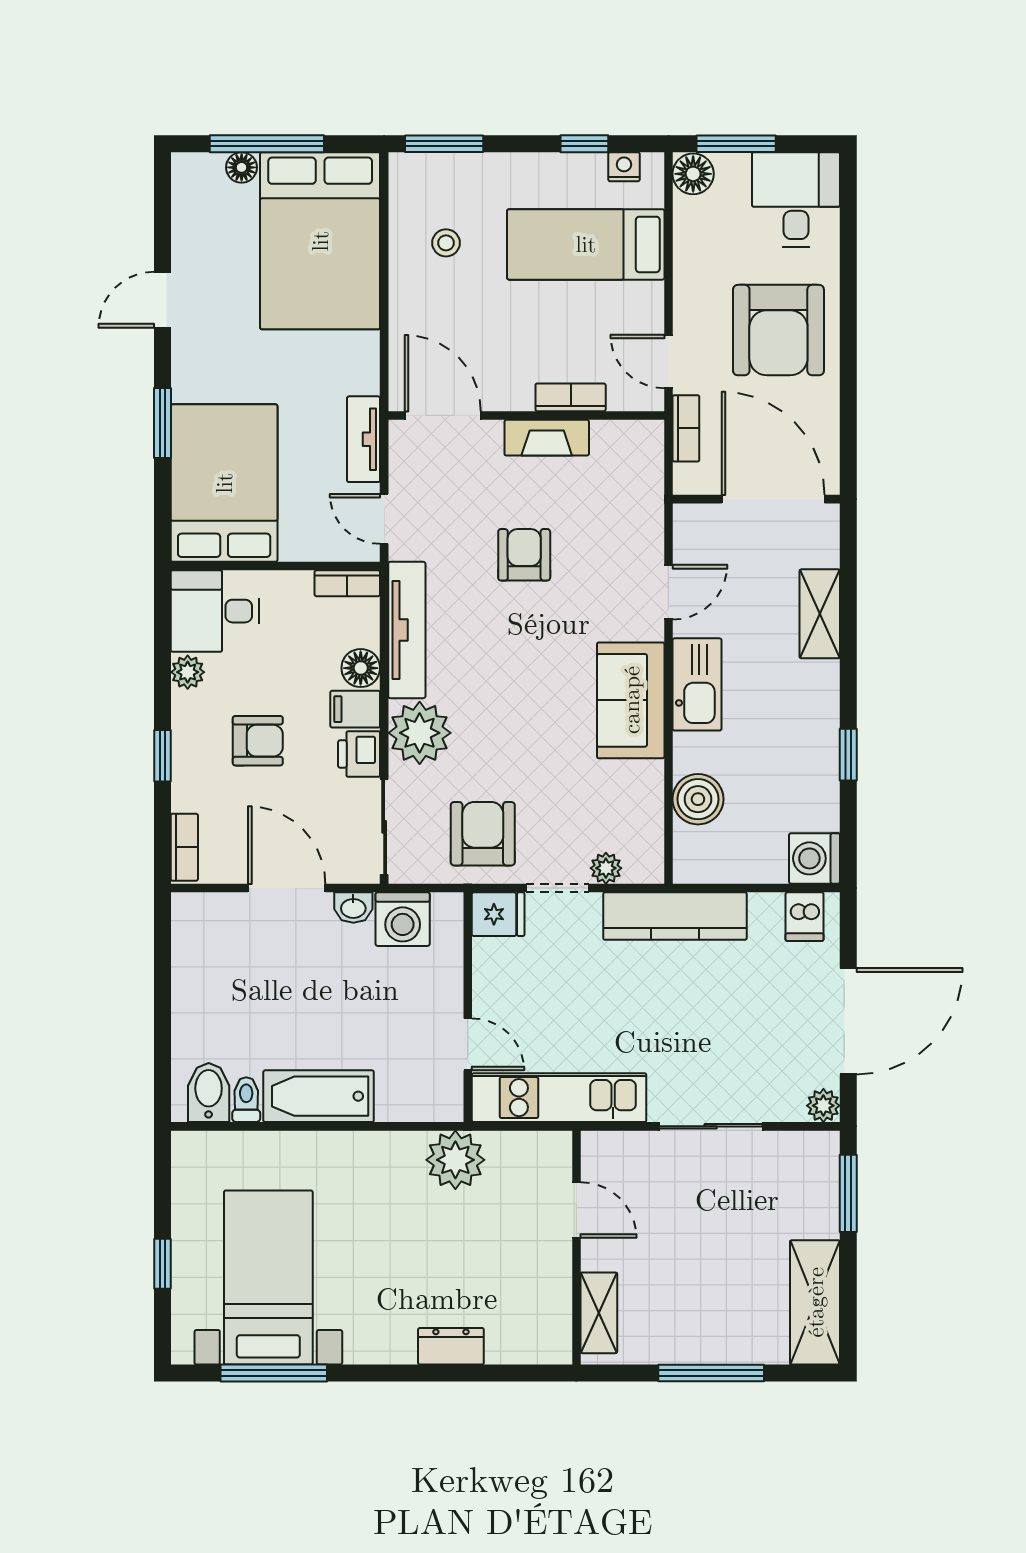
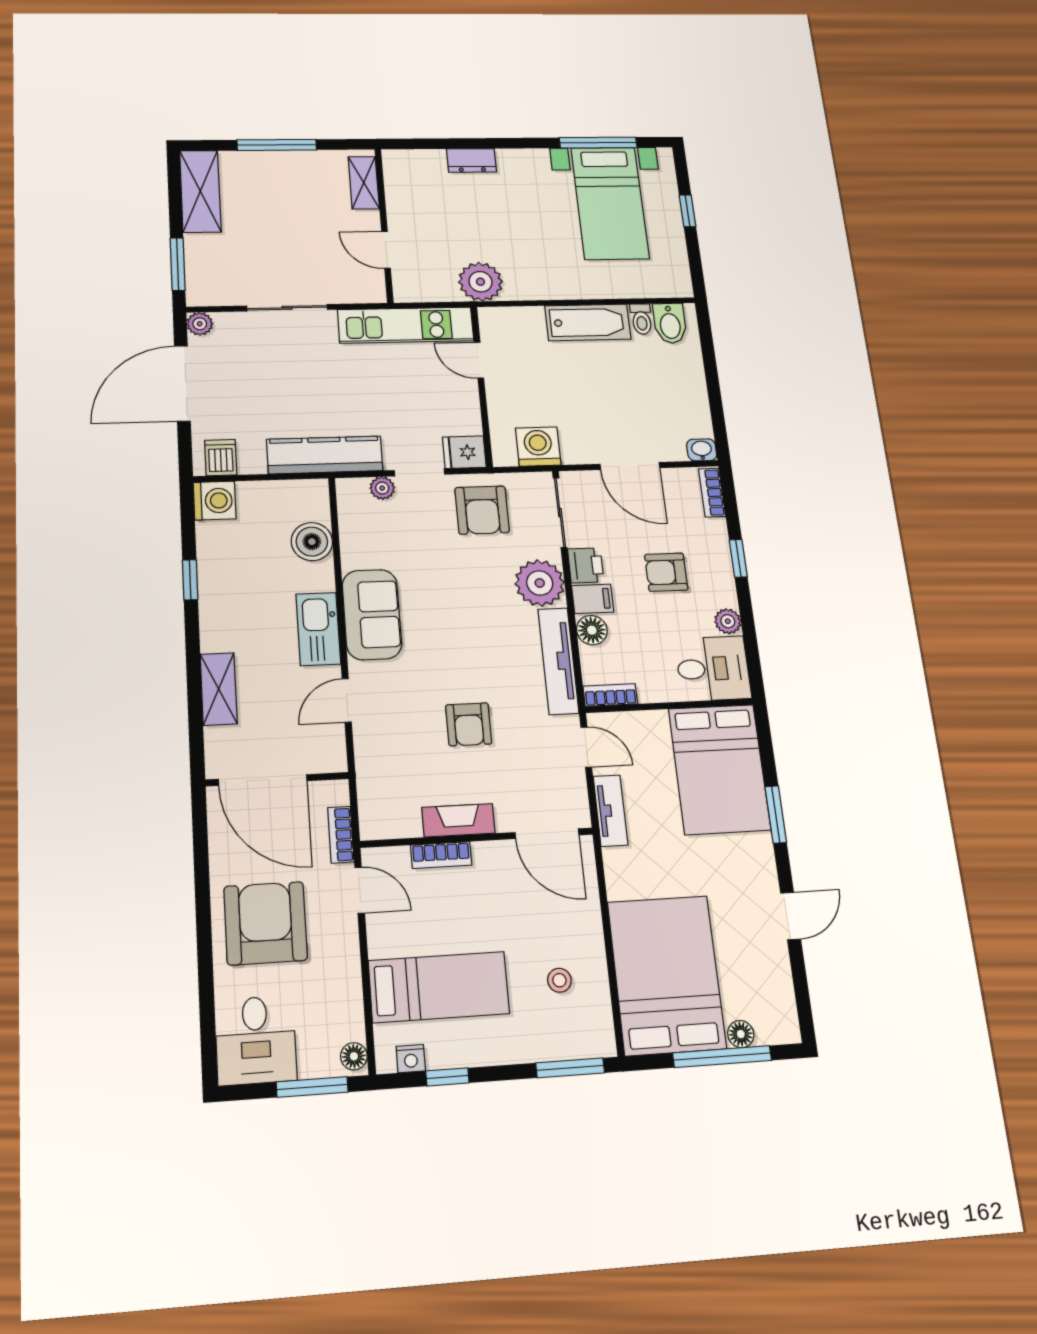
floor lamp: (693, 174) -> (354, 1056), width x0.73, depth x0.73
washbasin: (353, 908) -> (702, 450), moved

